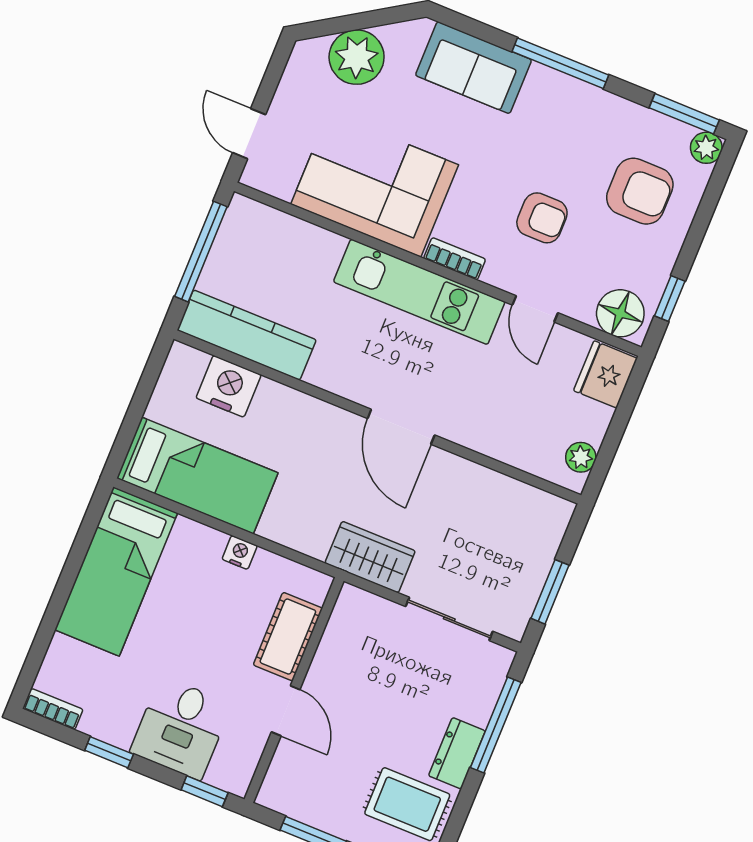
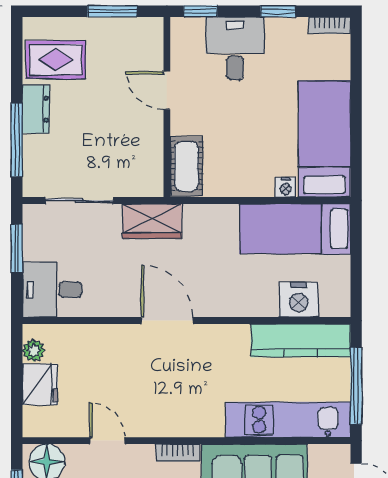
kitchen unit: (419, 292) -> (288, 420), moved
fridge: (605, 374) -> (40, 384), moved
desk: (527, 523) -> (52, 290), added
nightstand: (240, 552) -> (286, 187), moved
cot: (288, 637) -> (186, 166), moved

